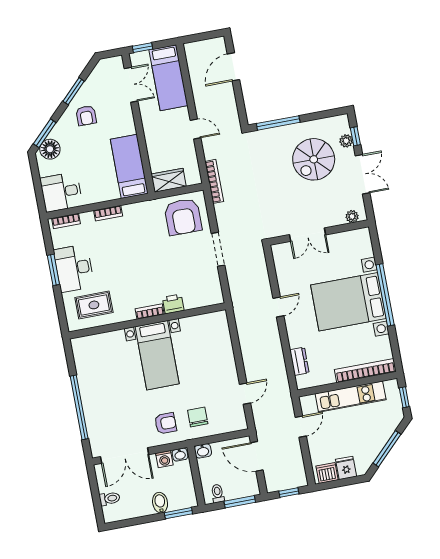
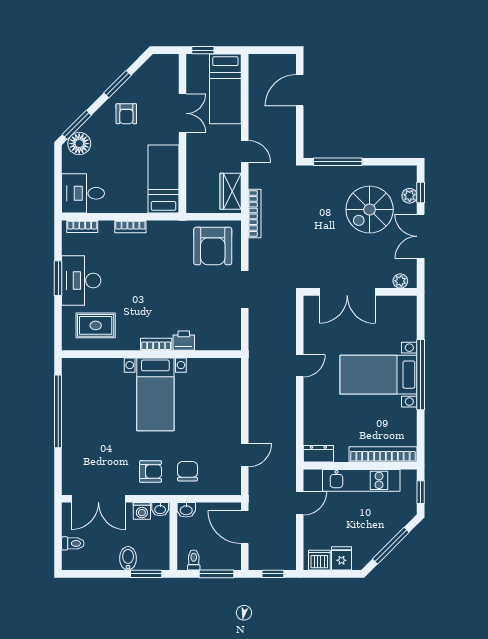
double door: (131, 85) -> (183, 113), moved
double door: (363, 174) -> (421, 236), swing flipped
wardrobe: (169, 180) -> (231, 191), moved, turned -90
double door: (308, 235) -> (347, 292), width x1.37
bed with nightstands: (348, 302) -> (379, 375), width x0.73
dresser: (299, 361) -> (318, 454), moved, turned -90
window: (79, 407) -> (58, 411), moved

